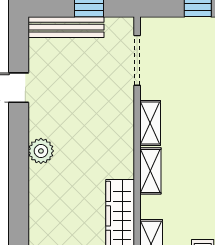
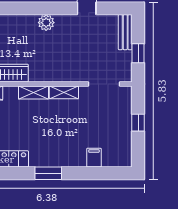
bench: (66, 27) -> (125, 32), width x0.73

